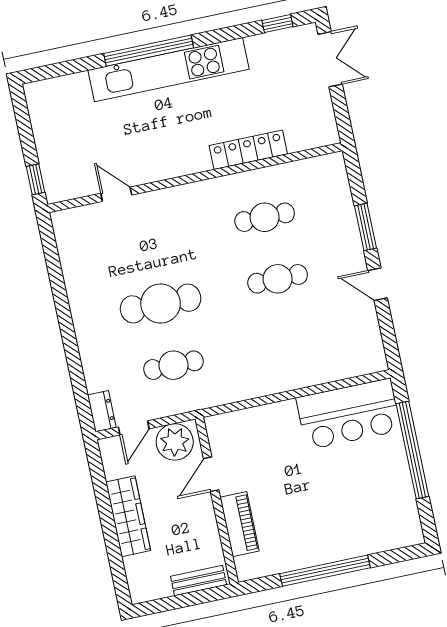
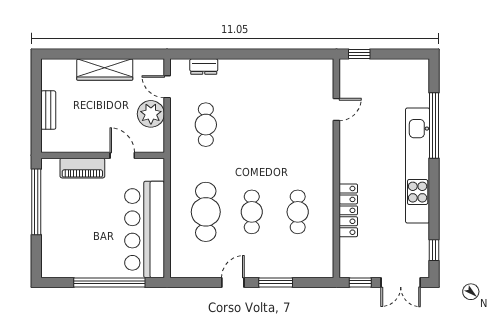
window: (149, 51) -> (434, 125), moved
window: (342, 114) -> (360, 282), added
cafe table: (161, 304) -> (206, 212), moved
dresser: (102, 411) -> (204, 66), moved
bar counter: (349, 414) -> (145, 229), width x1.36
door: (211, 474) -> (122, 155), moved
wall: (217, 501) -> (103, 155), moved
piano: (240, 524) -> (82, 168), moved

